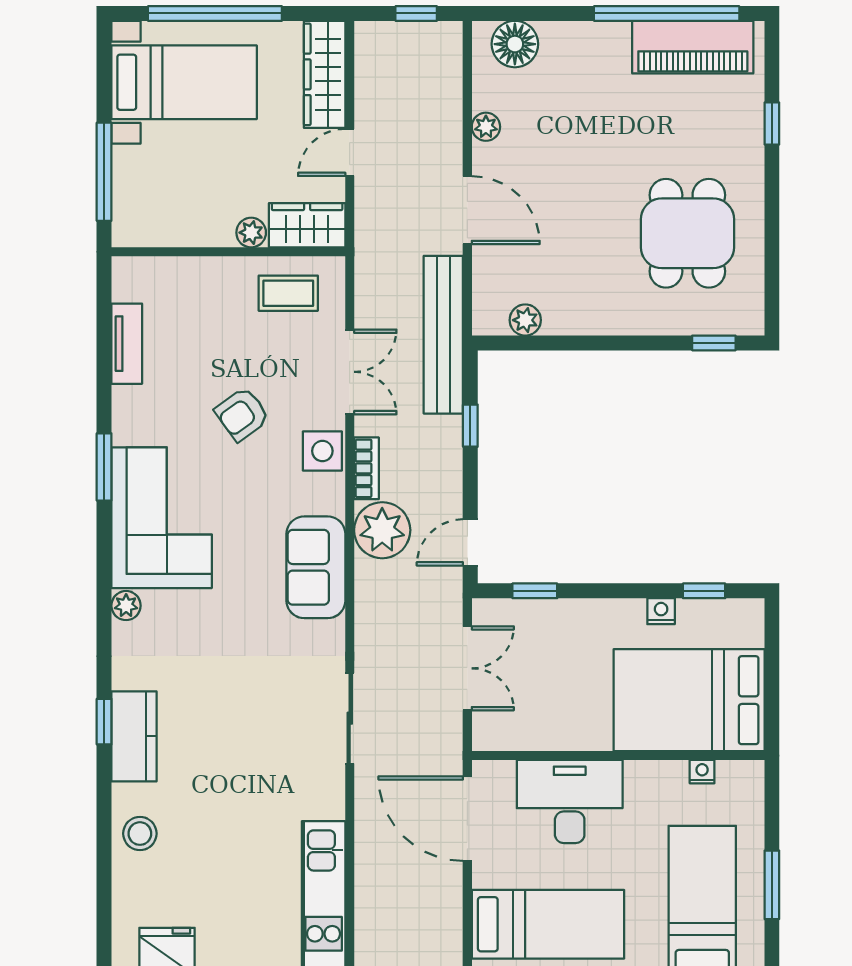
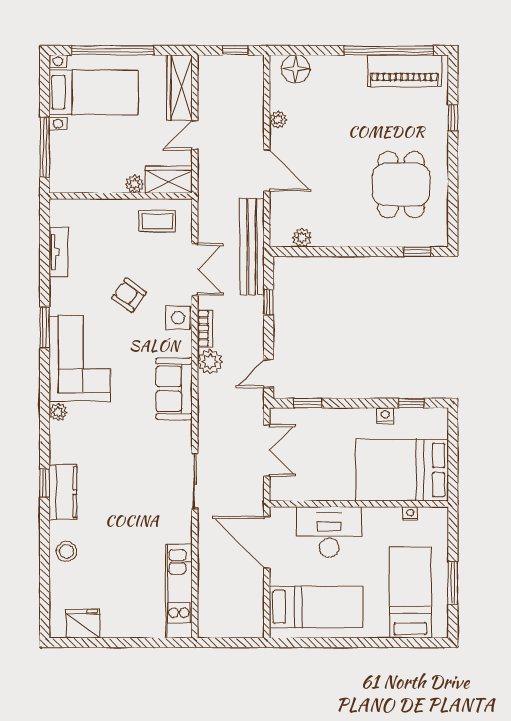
armchair: (242, 414) -> (129, 295), turned 72
plant: (382, 530) -> (210, 362), width x0.73, depth x0.73

